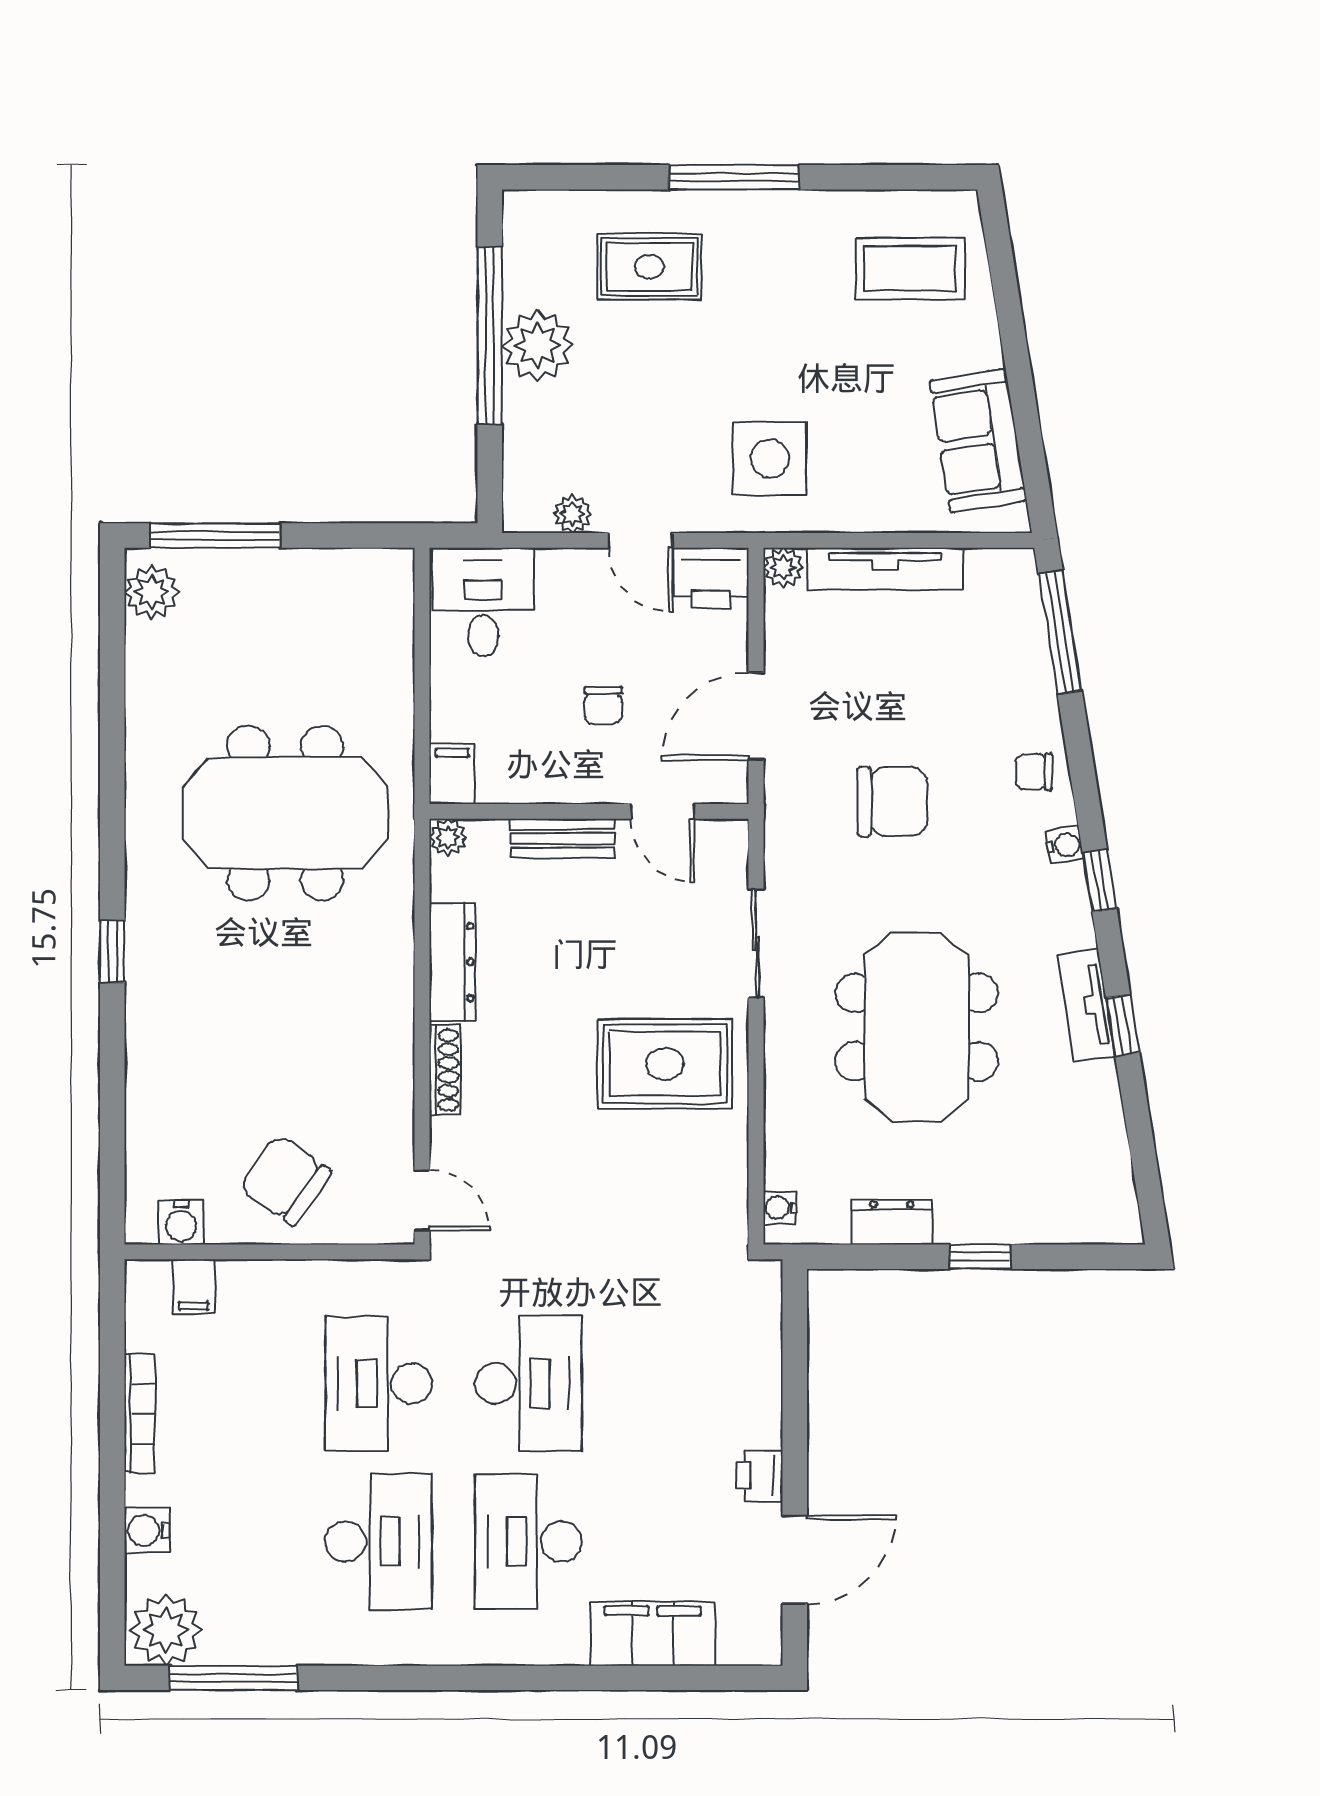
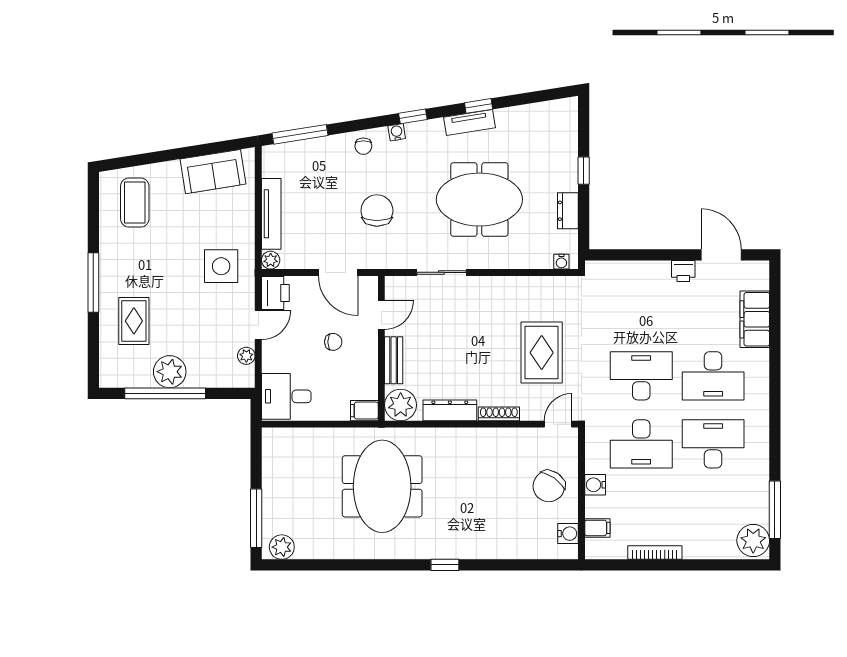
plant: (448, 837) -> (401, 405), width x1.88, depth x1.88
rug: (665, 1064) -> (542, 353), moved
water cooler: (147, 1530) -> (595, 485), moved, turned 90

